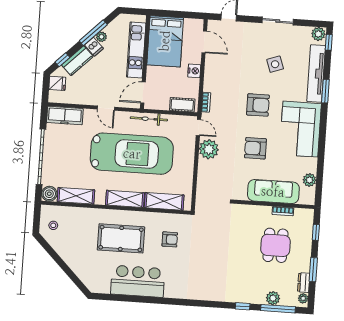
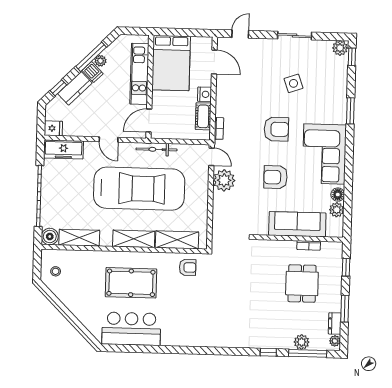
tv unit: (316, 74) -> (339, 92), removed
fridge: (57, 83) -> (53, 128), moved
cot: (182, 105) -> (203, 116), moved, turned 90
floor lamp: (311, 166) -> (338, 195), added
armchair: (170, 239) -> (188, 267), moved
bar counter: (138, 281) -> (131, 329), moved

